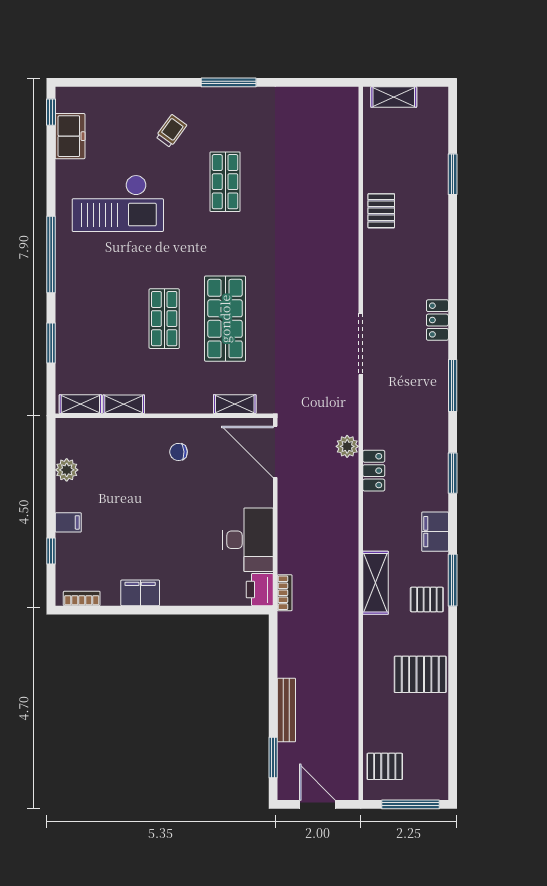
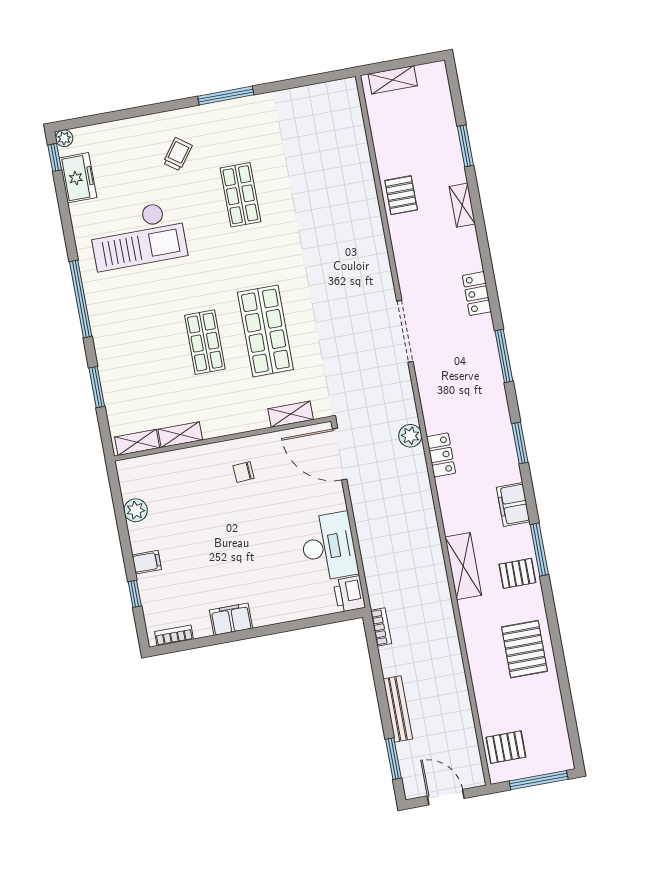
plant: (64, 95) -> (64, 138), added
shelving: (439, 231) -> (462, 205), added
bookcase: (285, 593) -> (381, 627), moved
pallet: (420, 674) -> (524, 649), turned 90

